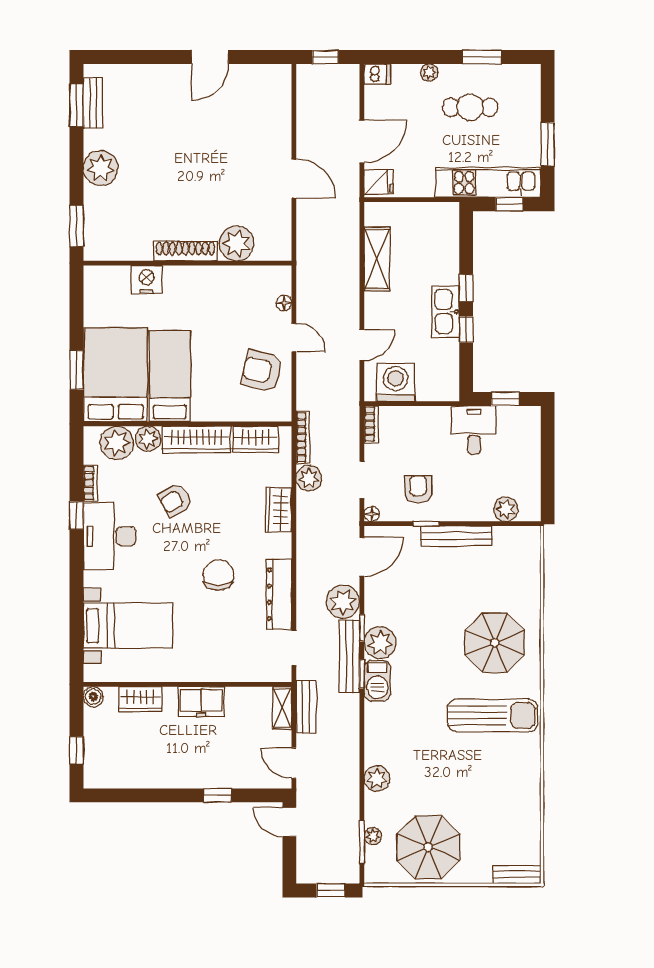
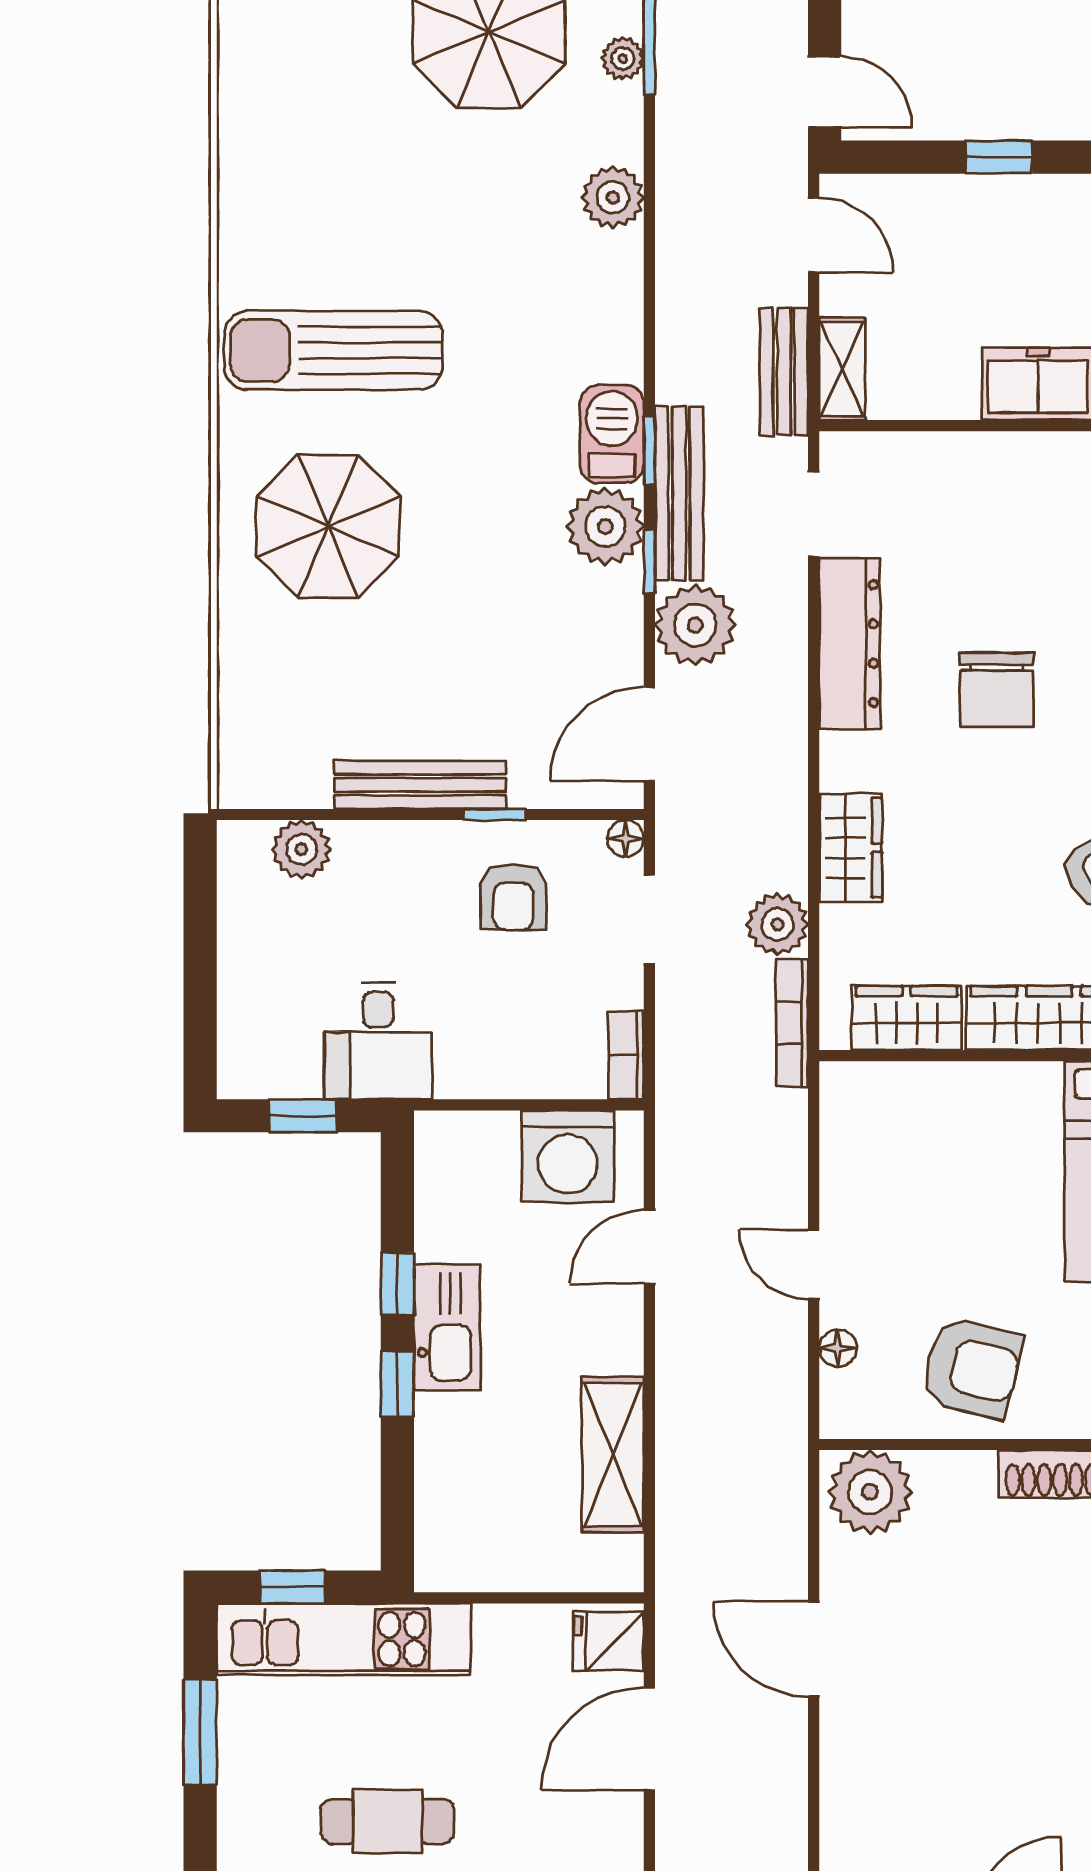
plant: (237, 244) -> (870, 1492), moved
armchair: (262, 371) -> (972, 1368), moved

